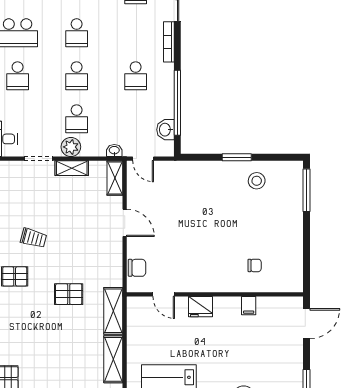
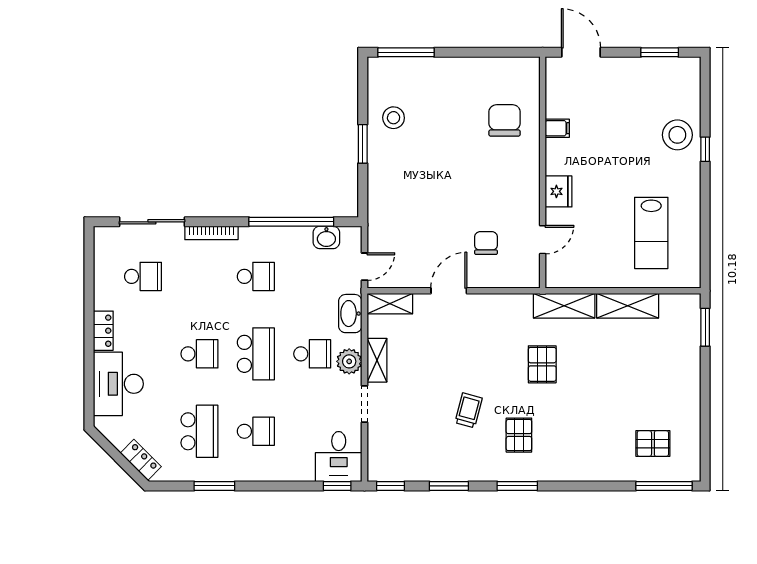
school desk: (77, 76) -> (256, 354), width x1.85
washbasin: (114, 150) -> (350, 314), width x1.91, depth x1.45
chair: (255, 265) -> (505, 120), width x1.87, depth x1.87
chair: (137, 268) -> (486, 243), moved

